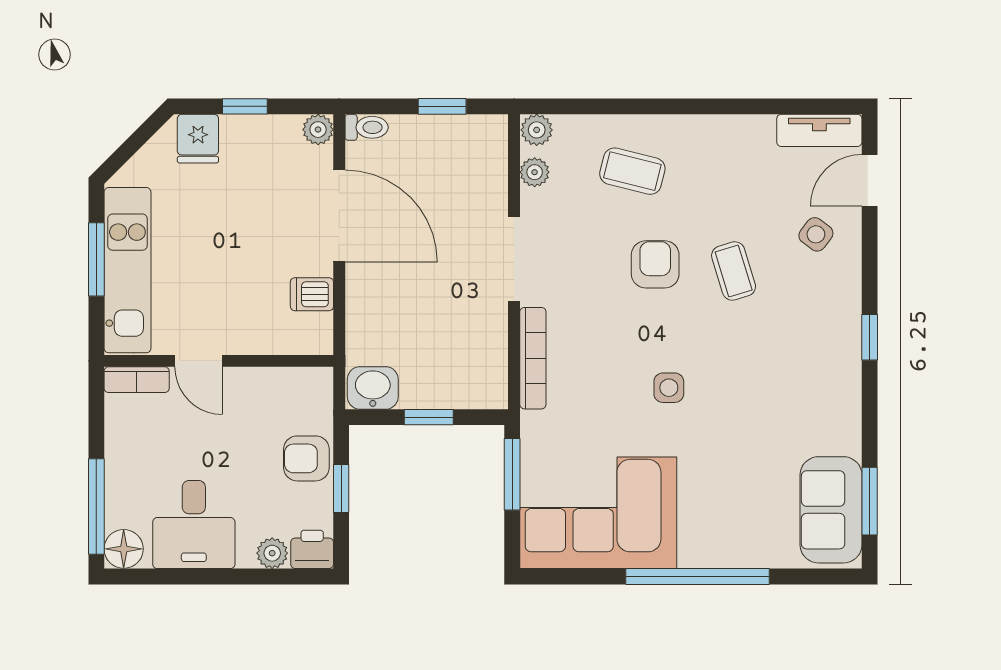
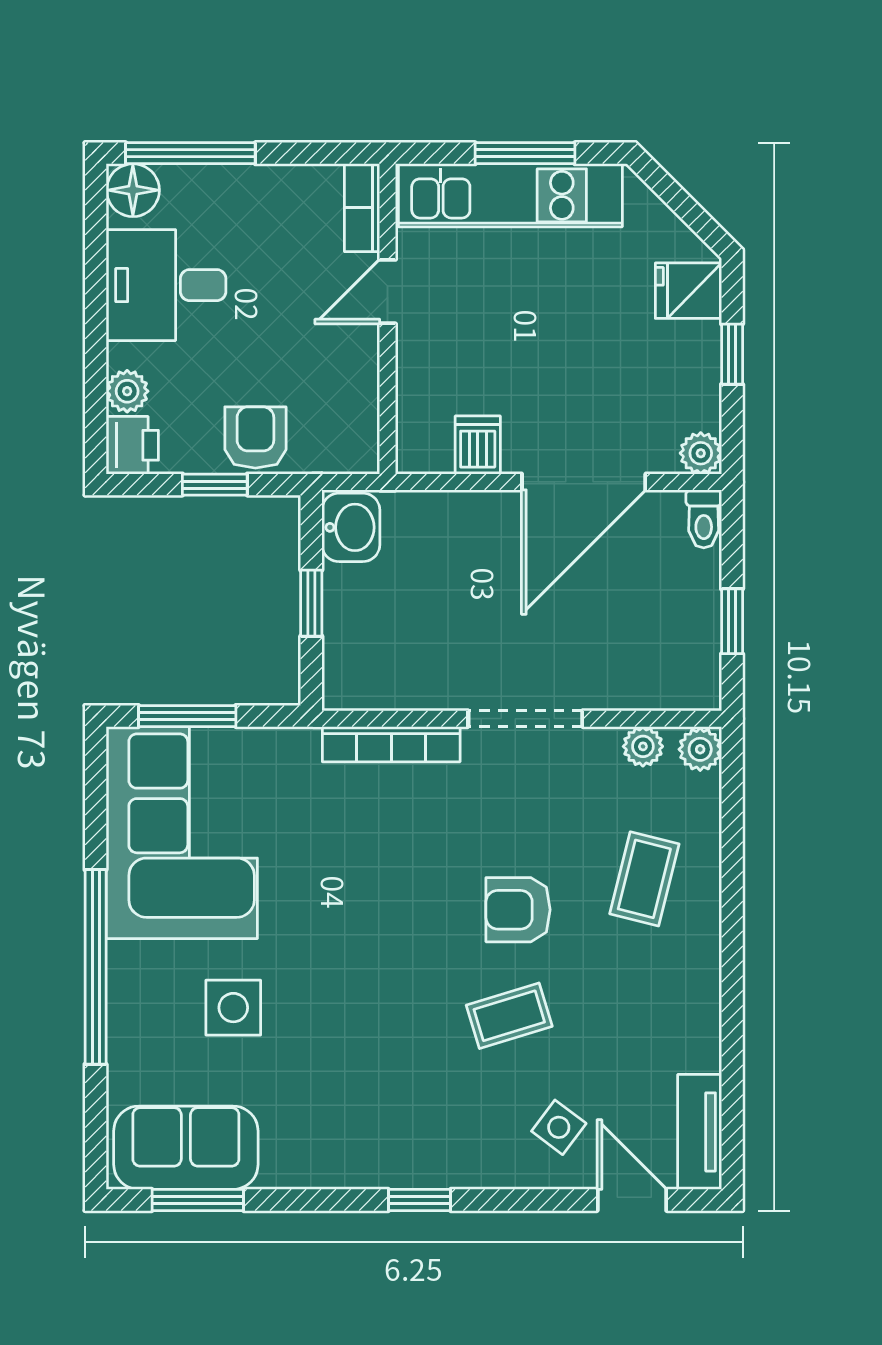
armchair: (655, 264) -> (518, 910), turned 180
side table: (669, 388) -> (233, 1008), moved, width x1.37, depth x1.37
window: (512, 474) -> (187, 716), moved

